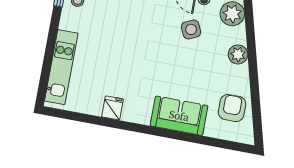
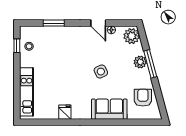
side table: (191, 29) -> (101, 72), moved
window: (252, 60) -> (150, 64), added

